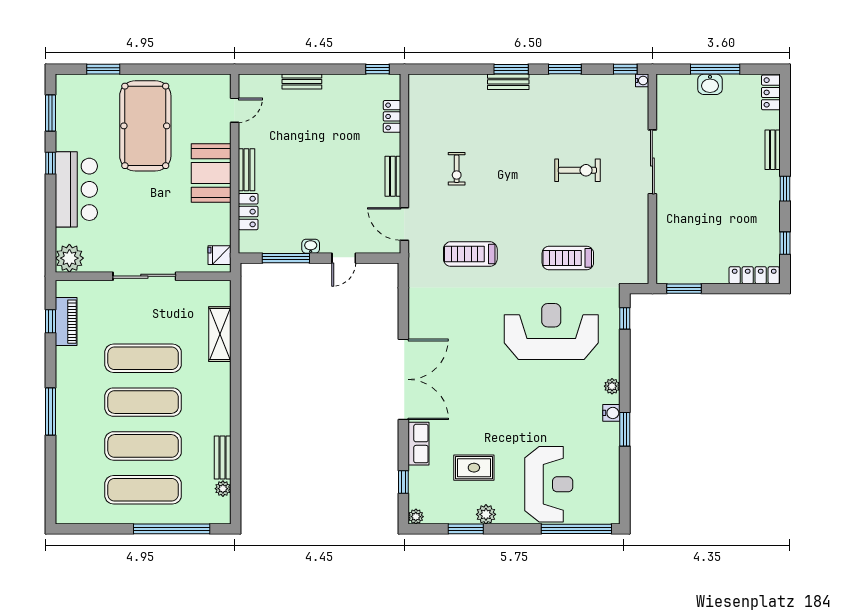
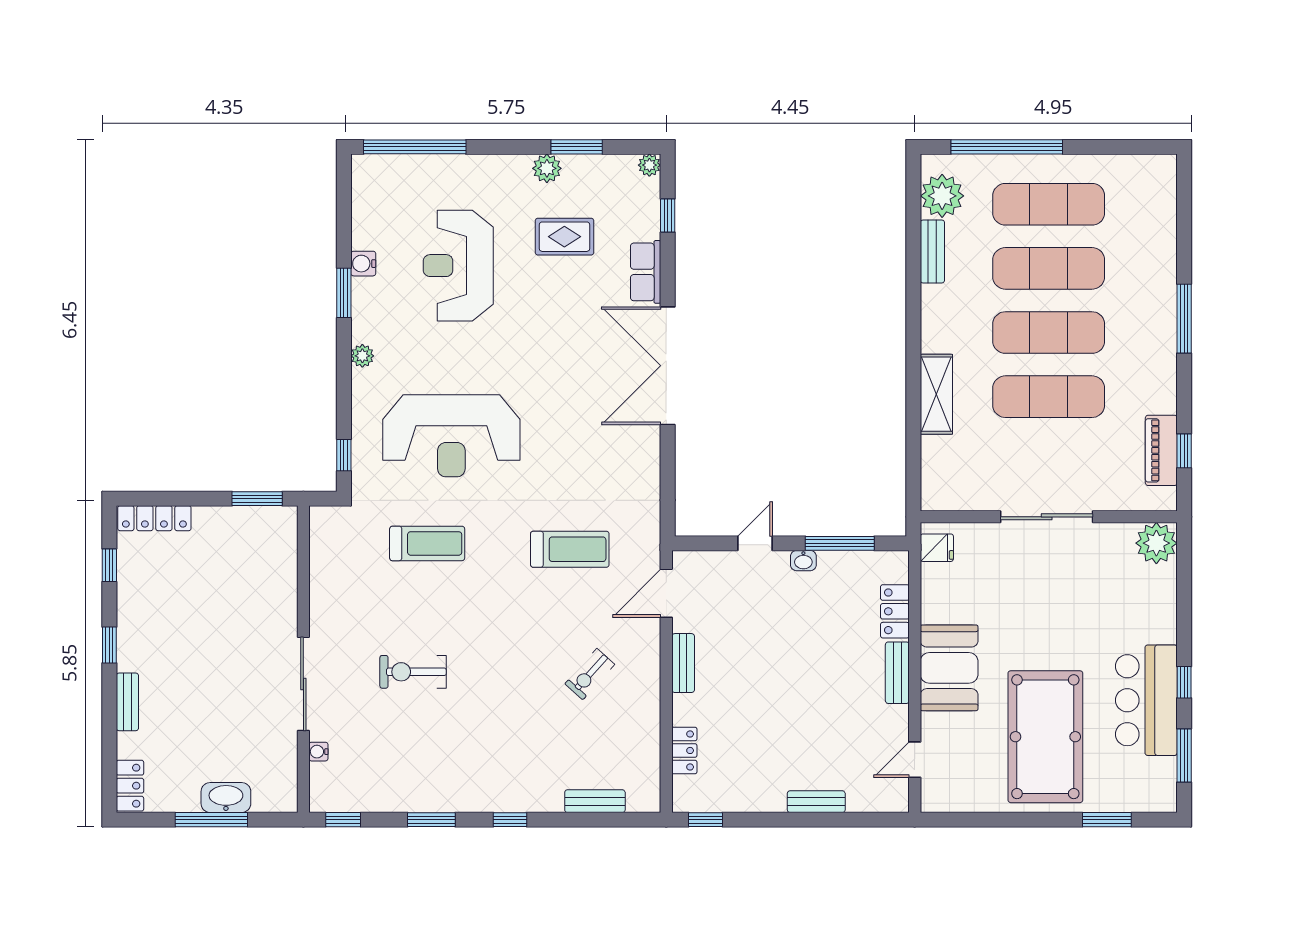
window: (511, 69) -> (510, 820), width x0.67
water cooler: (642, 80) -> (318, 752), moved
bench: (508, 82) -> (595, 801), moved
washbasin: (710, 84) -> (226, 798), width x1.38
exercise bike: (457, 169) -> (590, 674), turned -138
bar counter: (76, 189) -> (1146, 700), moved
door: (404, 224) -> (666, 593), swing flipped
shelving: (220, 334) -> (936, 394), moved
water cooler: (611, 413) -> (363, 264), moved
reception desk: (549, 484) -> (458, 266), moved
plant: (223, 489) -> (942, 196), width x1.87, depth x1.87

